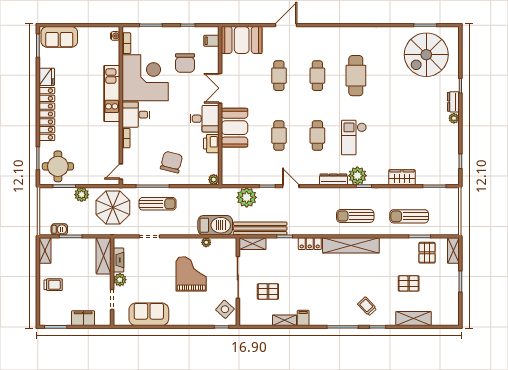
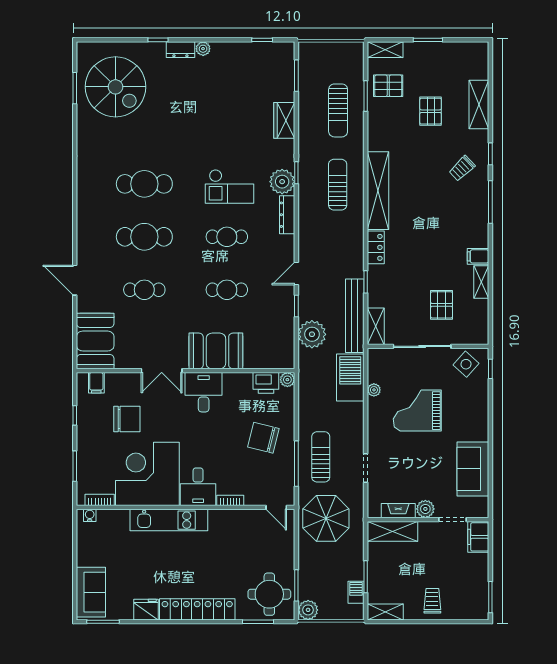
cafe table: (317, 76) -> (144, 237), width x1.37, depth x1.35
printer: (211, 144) -> (266, 383), moved
plant: (82, 195) -> (308, 610), moved
sun lounger: (355, 216) -> (338, 185), turned 180
filing cabinet: (83, 318) -> (478, 537), moved

